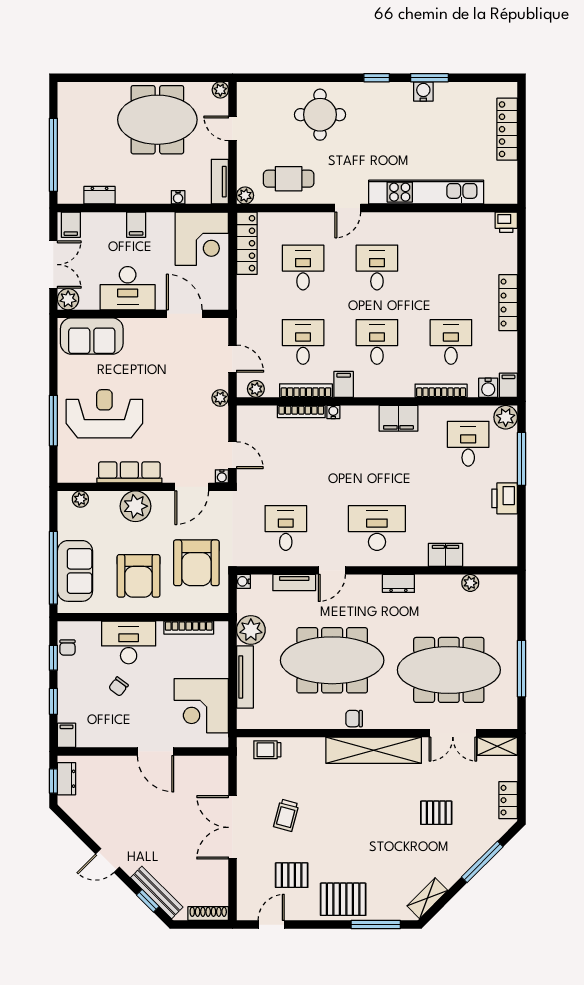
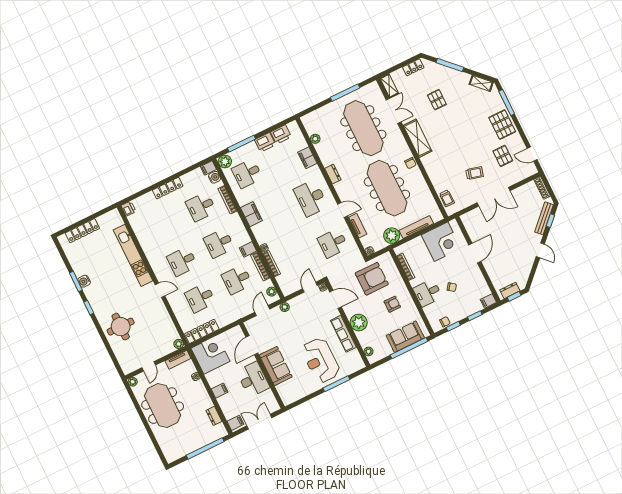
cafe table: (289, 179) -> (160, 327), removed
plant: (68, 299) -> (273, 406), removed
sofa: (92, 336) -> (276, 366), moved
printer: (505, 531) -> (281, 134), added
armchair: (138, 576) -> (392, 304), width x0.53, depth x0.53
desk: (129, 642) -> (428, 293), width x0.73
shelving: (374, 750) -> (418, 138), width x0.68

